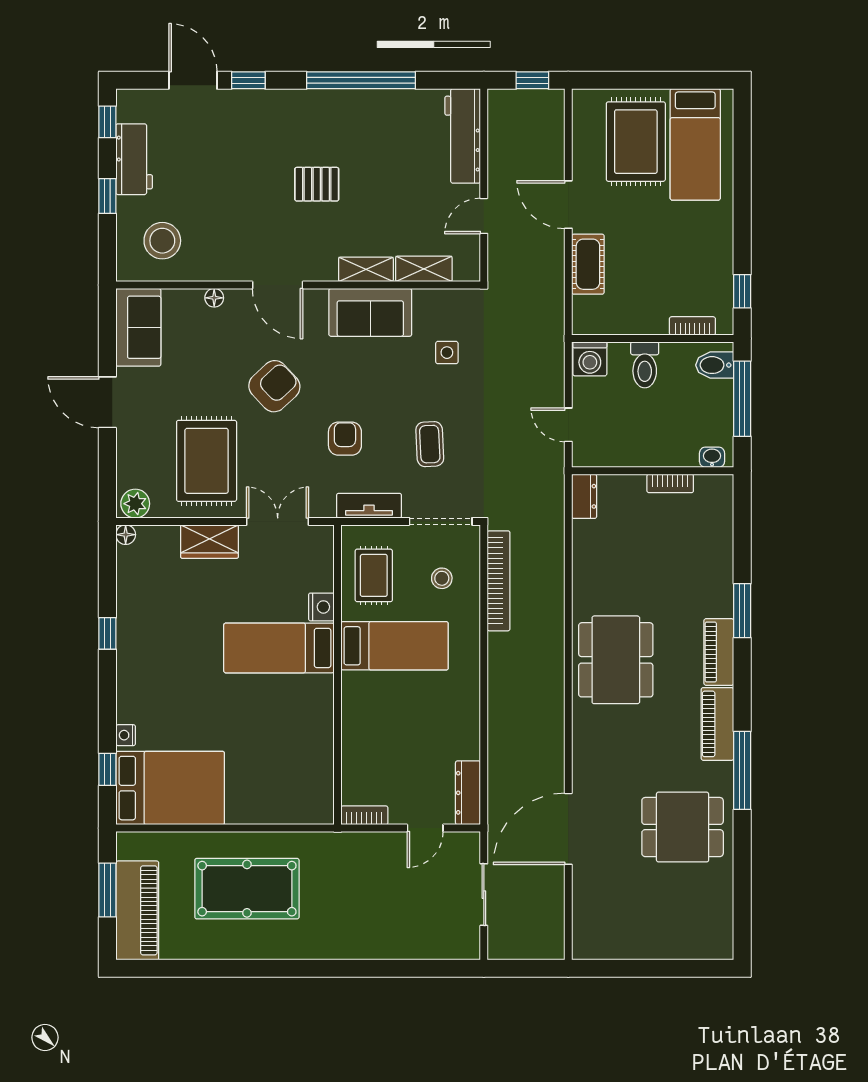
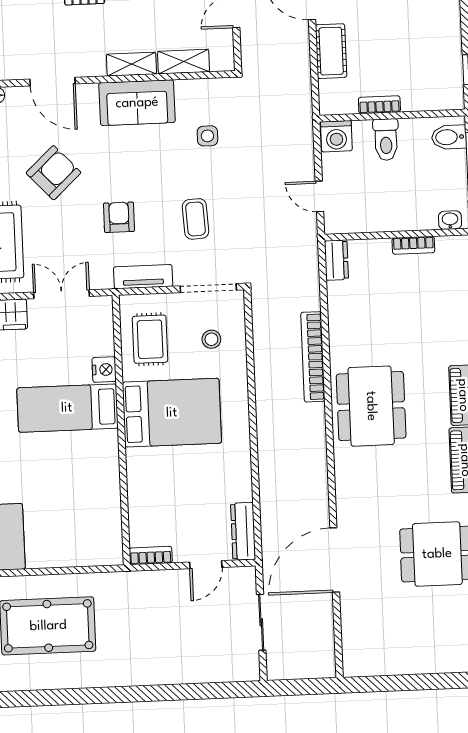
bookcase: (692, 326) -> (379, 105), moved
bookcase: (499, 581) -> (313, 357), moved, turned 180
bed: (395, 646) -> (172, 413), width x1.50

